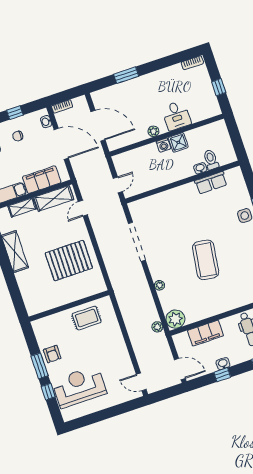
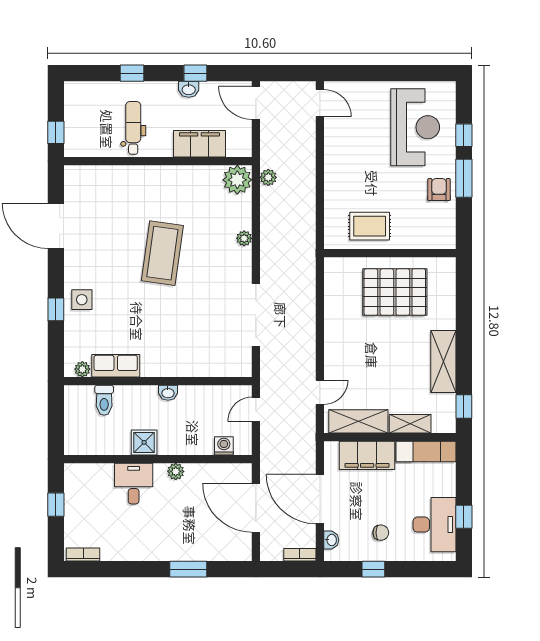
washing machine: (163, 145) -> (224, 446), moved
washbasin: (200, 168) -> (168, 393), moved
plant: (230, 174) -> (82, 369), added
pallet: (69, 261) -> (395, 292), moved
reception desk: (79, 387) -> (415, 127), turned -90

